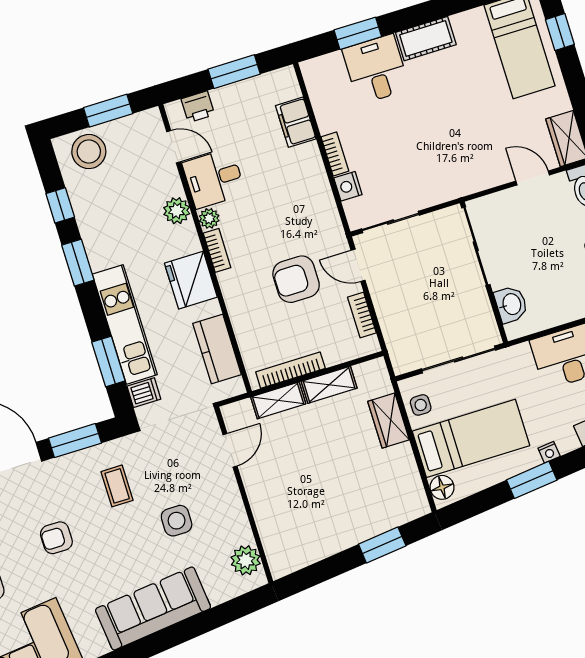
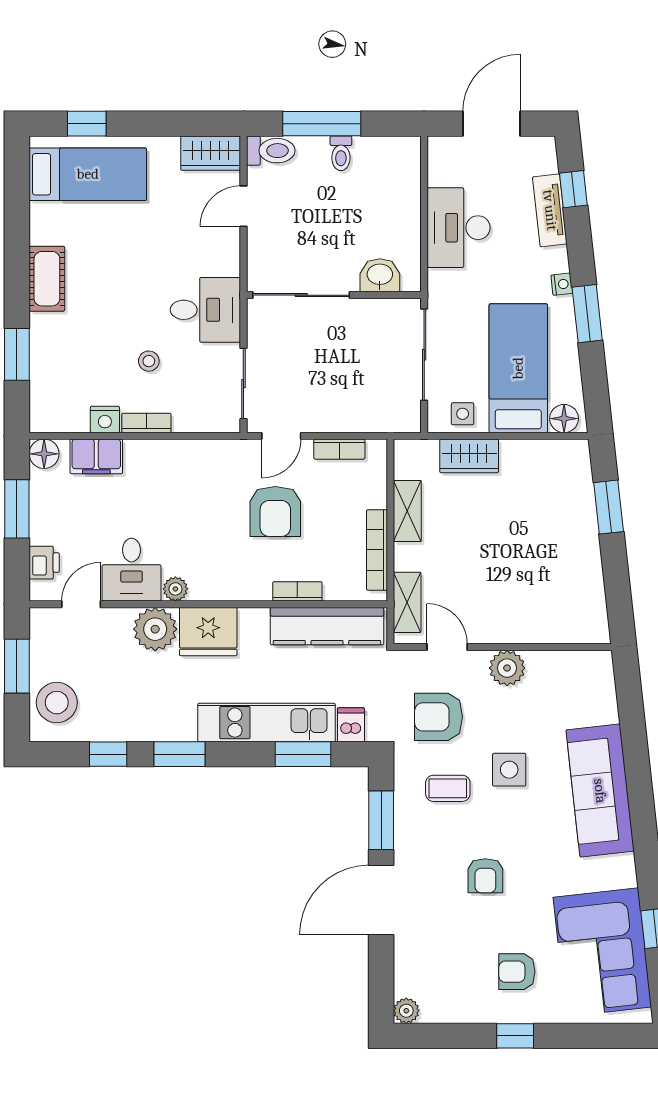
desk: (376, 69) -> (205, 310), moved, turned 180
floor lamp: (285, 80) -> (44, 454), added
stool: (385, 141) -> (149, 361), added
nightstand: (348, 186) -> (105, 419), moved
plant: (177, 211) -> (155, 629), width x1.36, depth x1.36
bookcase: (217, 250) -> (297, 591), moved
fridge: (191, 280) -> (208, 632), moved
kitchen counter: (217, 349) -> (327, 626), width x1.50
shelving: (278, 400) -> (407, 602), moved
armchair: (172, 461) -> (439, 717), added
side table: (177, 521) -> (509, 770), moved
plant: (246, 560) -> (507, 668), moved

